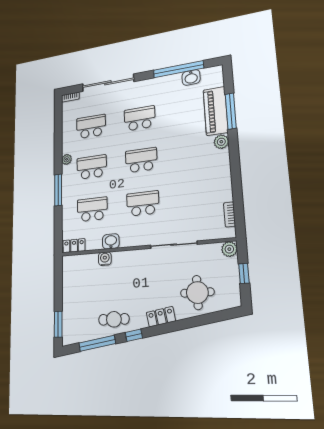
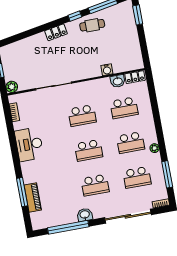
washbasin: (191, 77) -> (85, 215), moved
piano: (216, 111) -> (33, 197), width x0.73, depth x0.75
plant: (221, 142) -> (27, 167), removed
desk: (214, 171) -> (29, 144), added
window: (58, 190) -> (167, 174), moved
washbasin: (111, 241) -> (118, 81), moved
round table: (197, 292) -> (31, 53), removed

